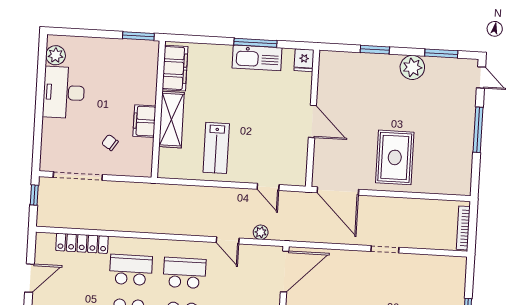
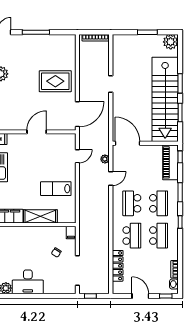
filing cabinet: (144, 121) -> (71, 233), moved, width x0.50
lab bench: (216, 148) -> (56, 189), turned 180
school desk: (131, 270) -> (132, 236), turned 180

